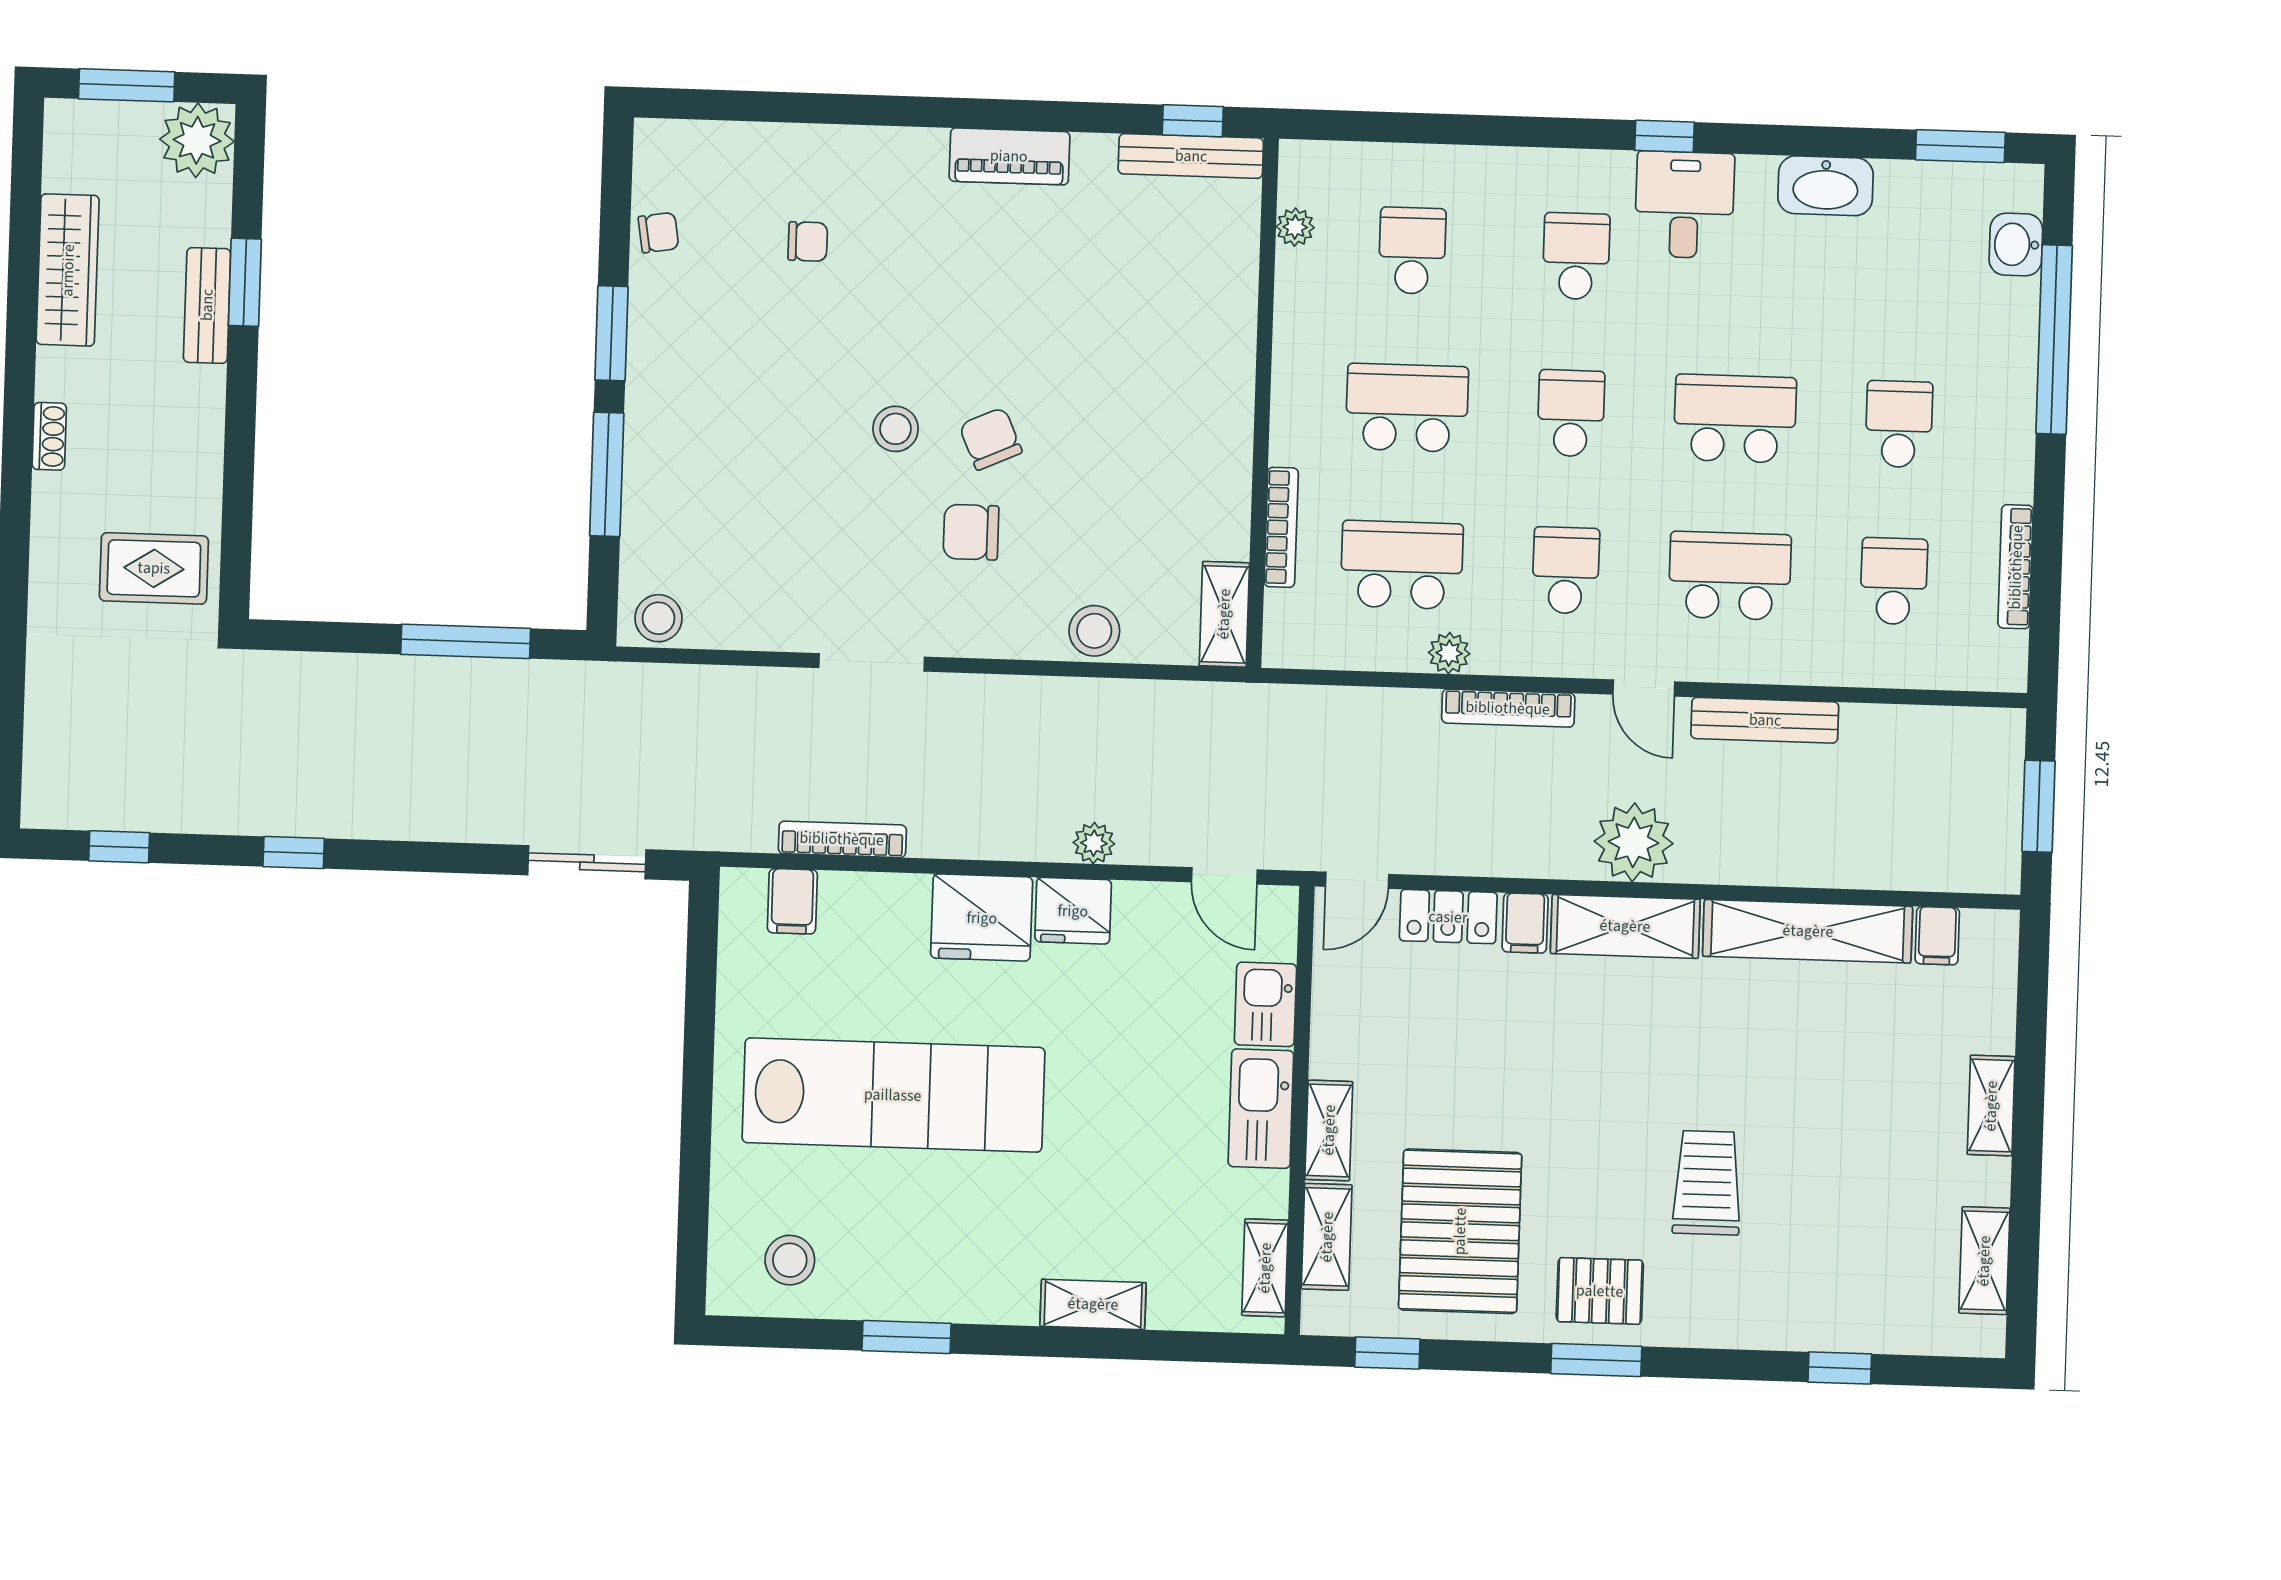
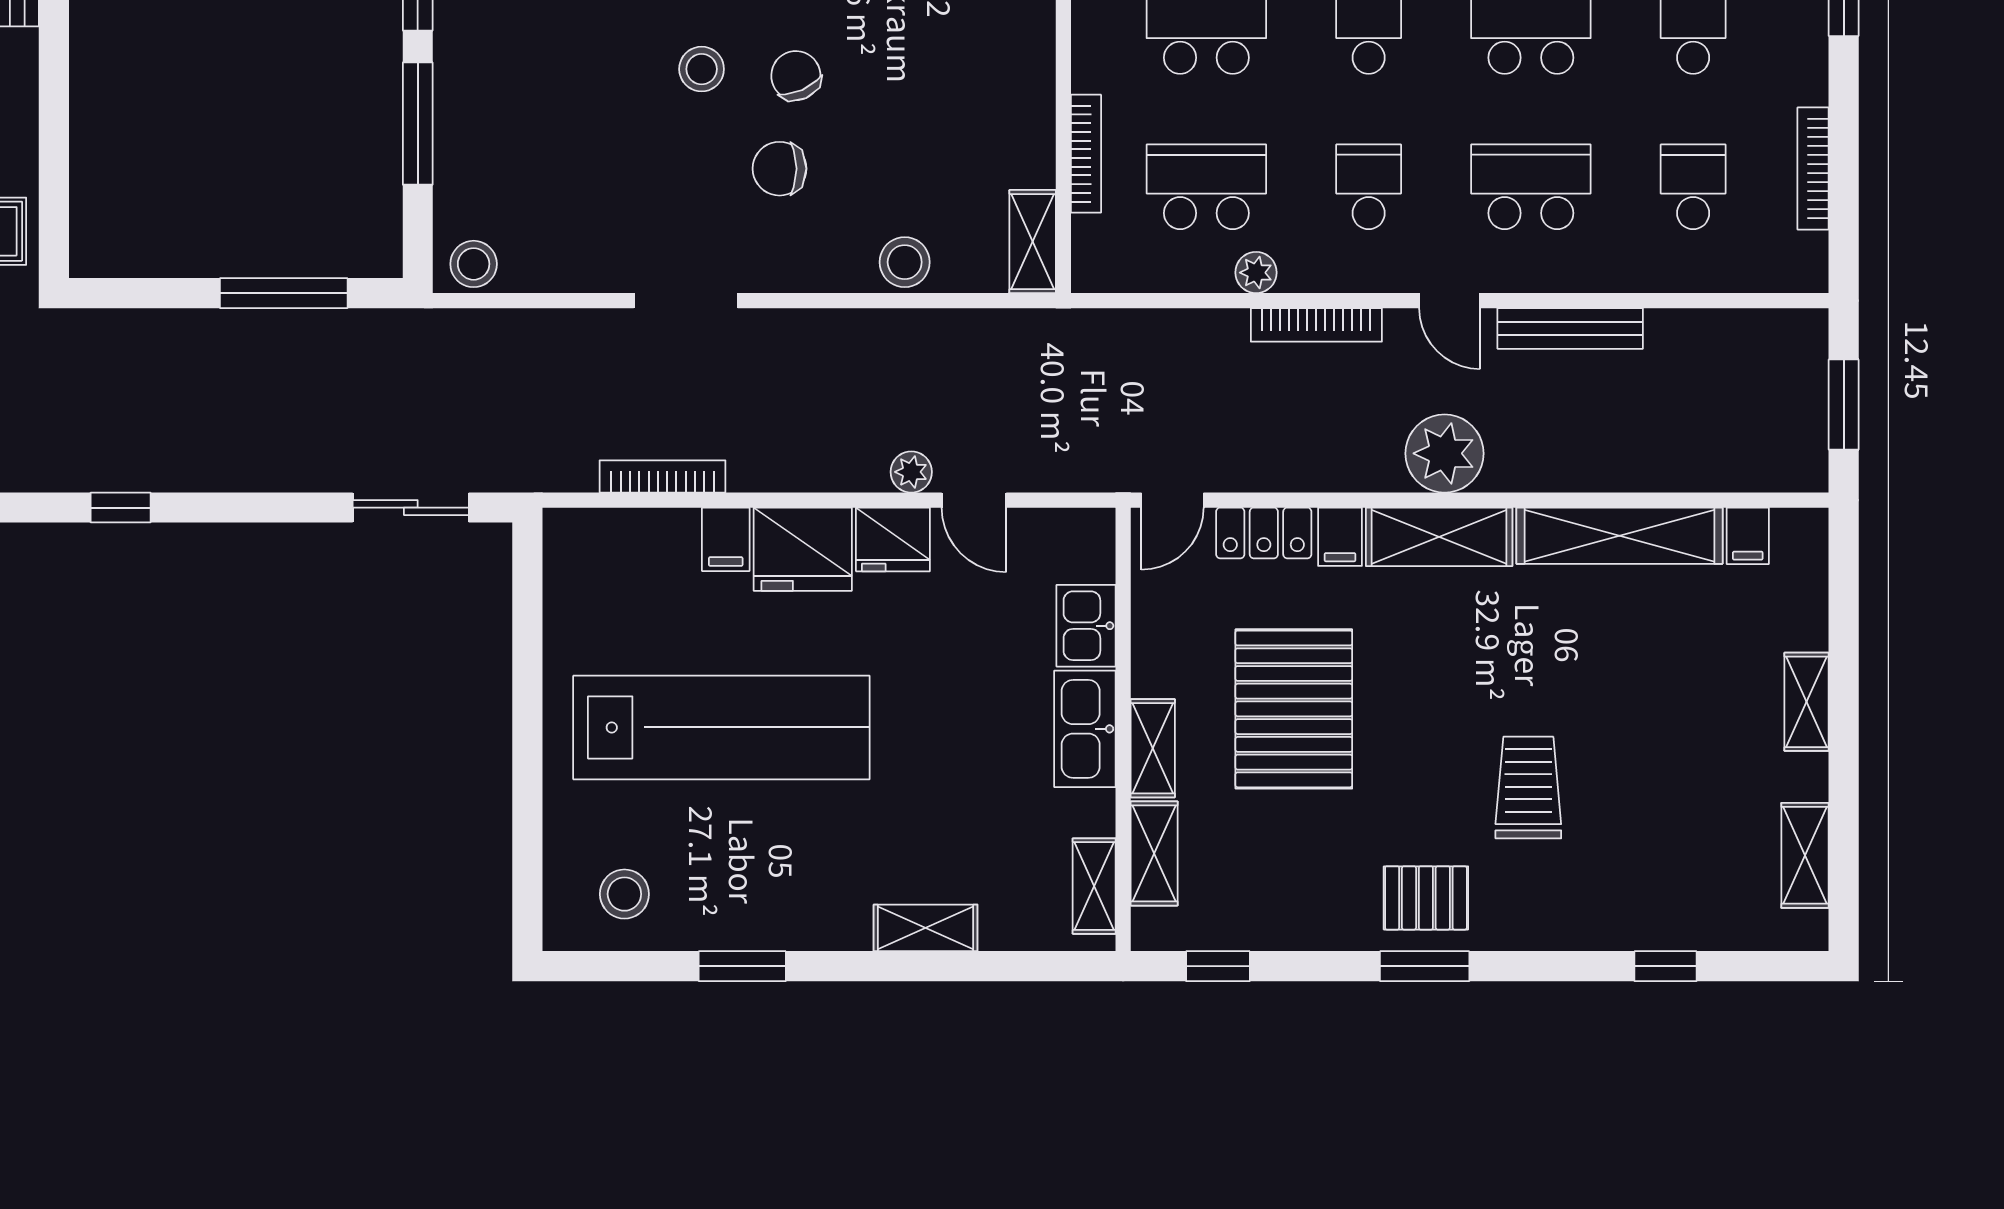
door: (1224, 876) -> (974, 500), moved
filing cabinet: (792, 901) -> (726, 539), moved
pallet: (1460, 1231) -> (1294, 709), moved

